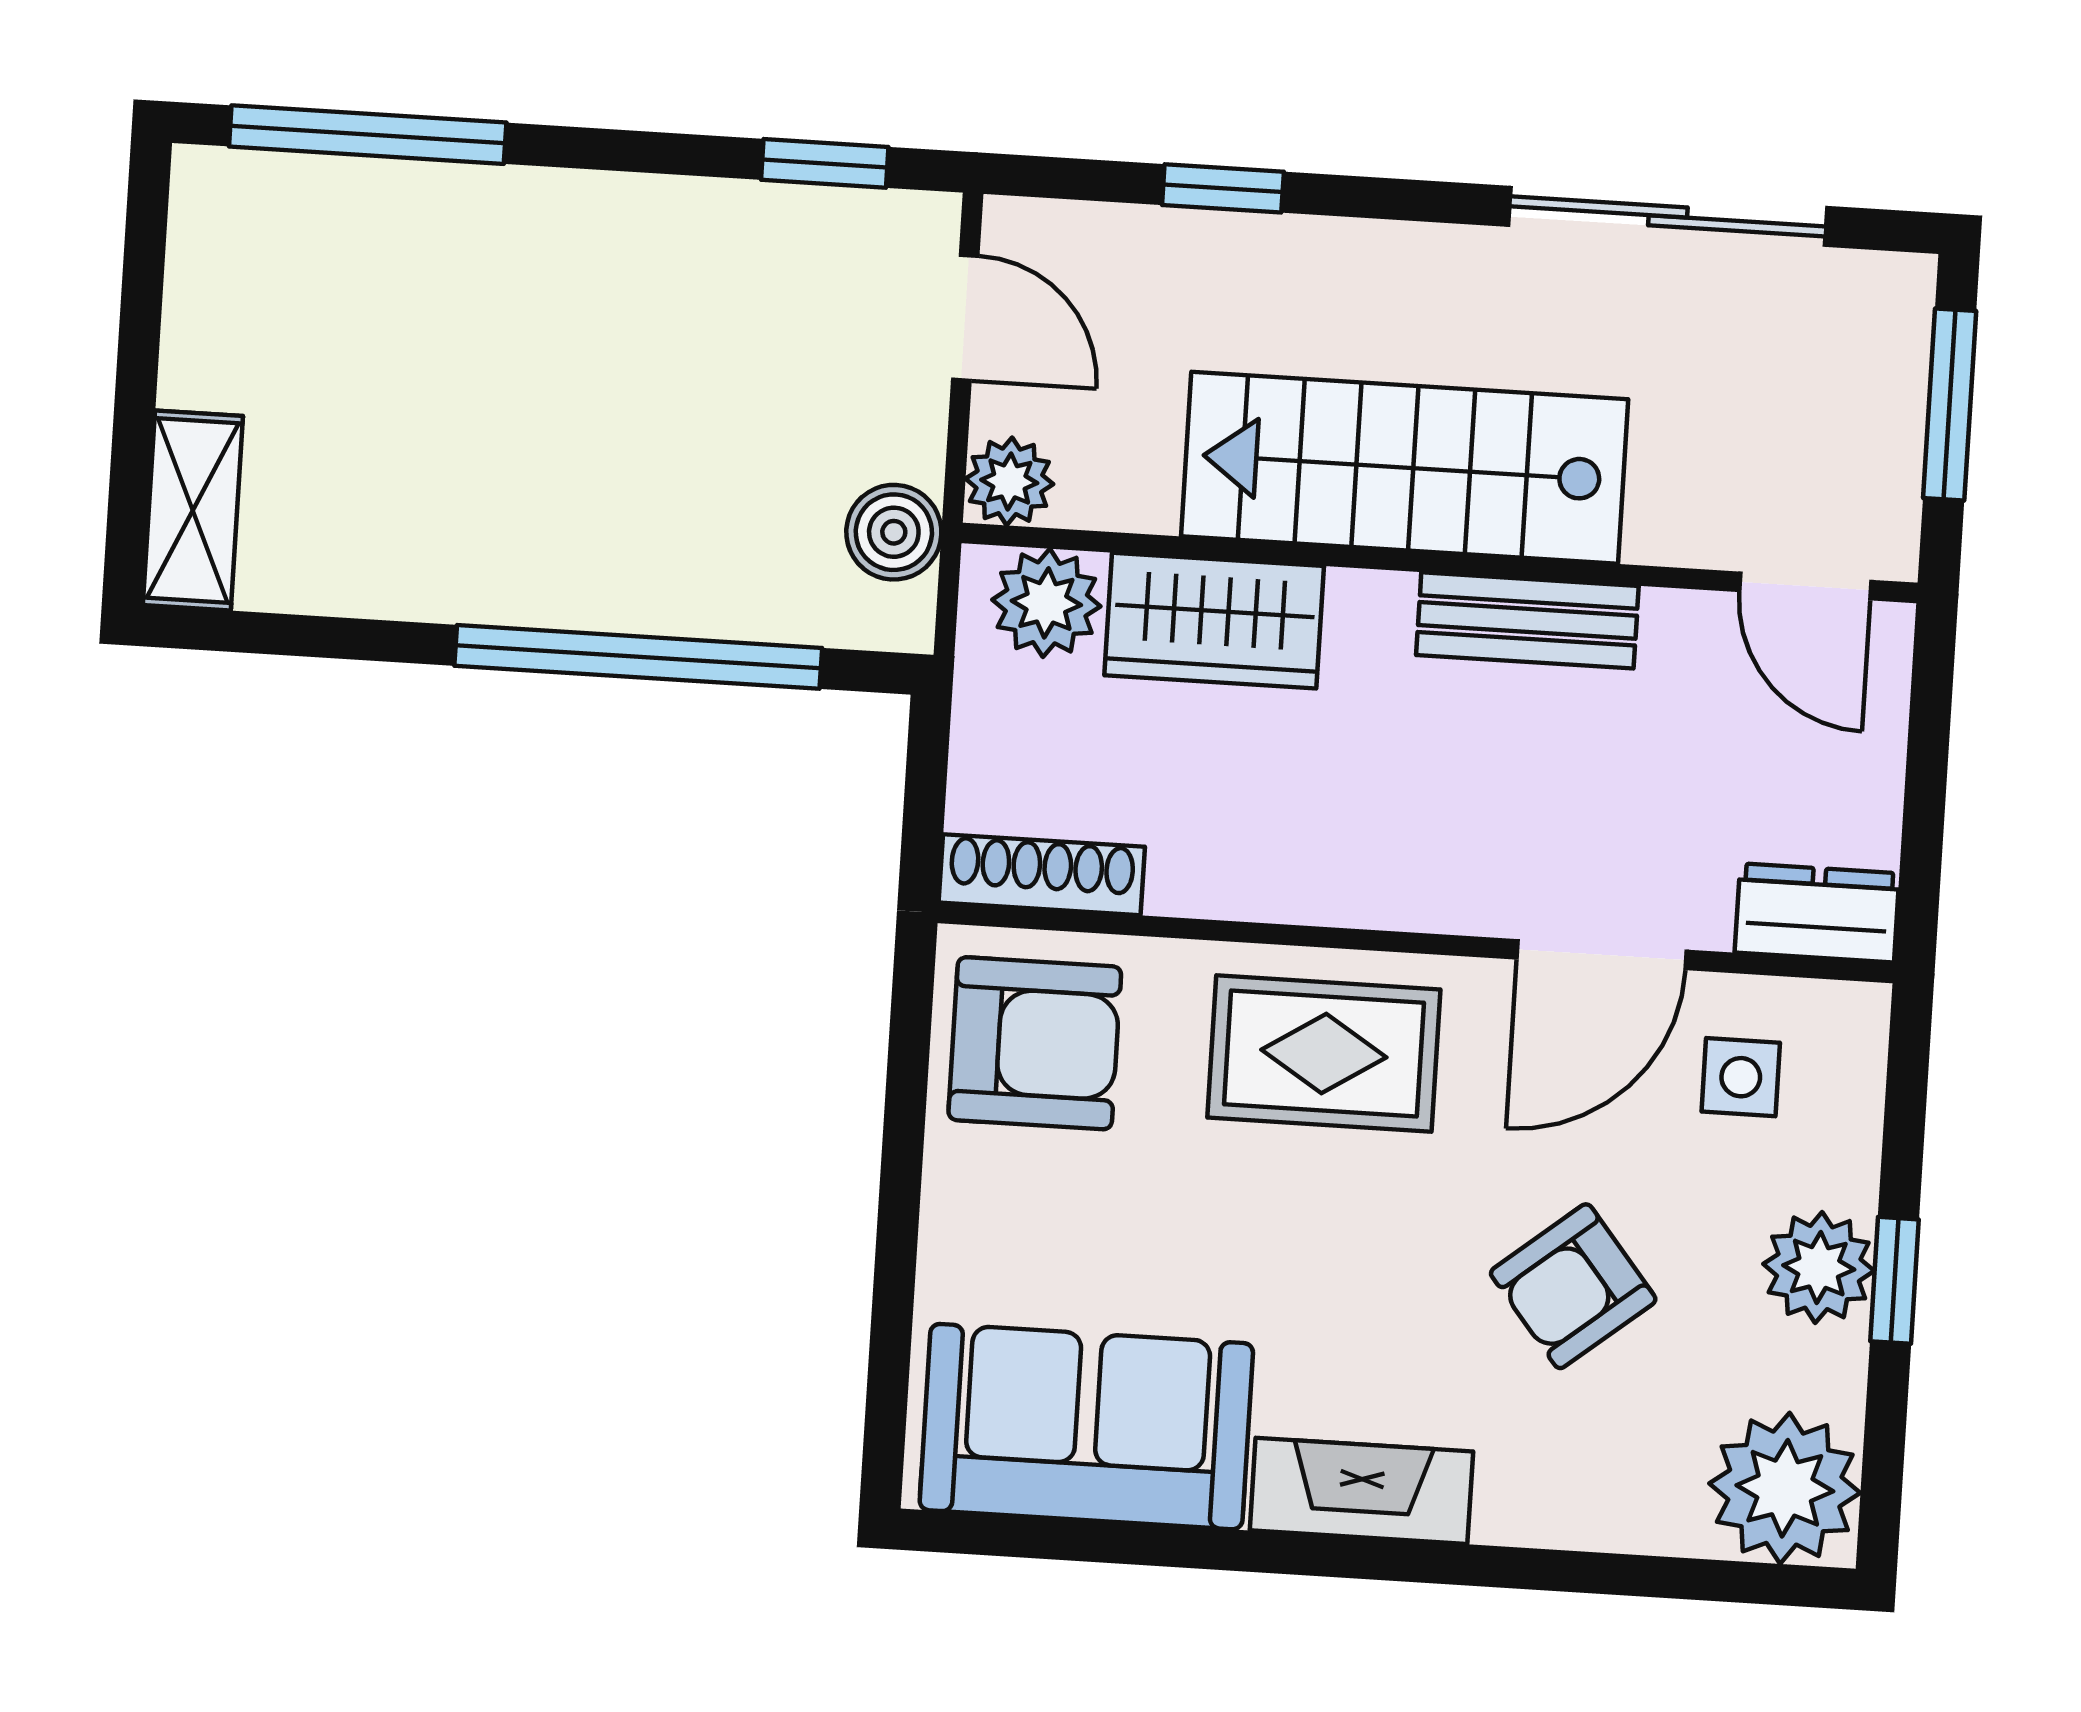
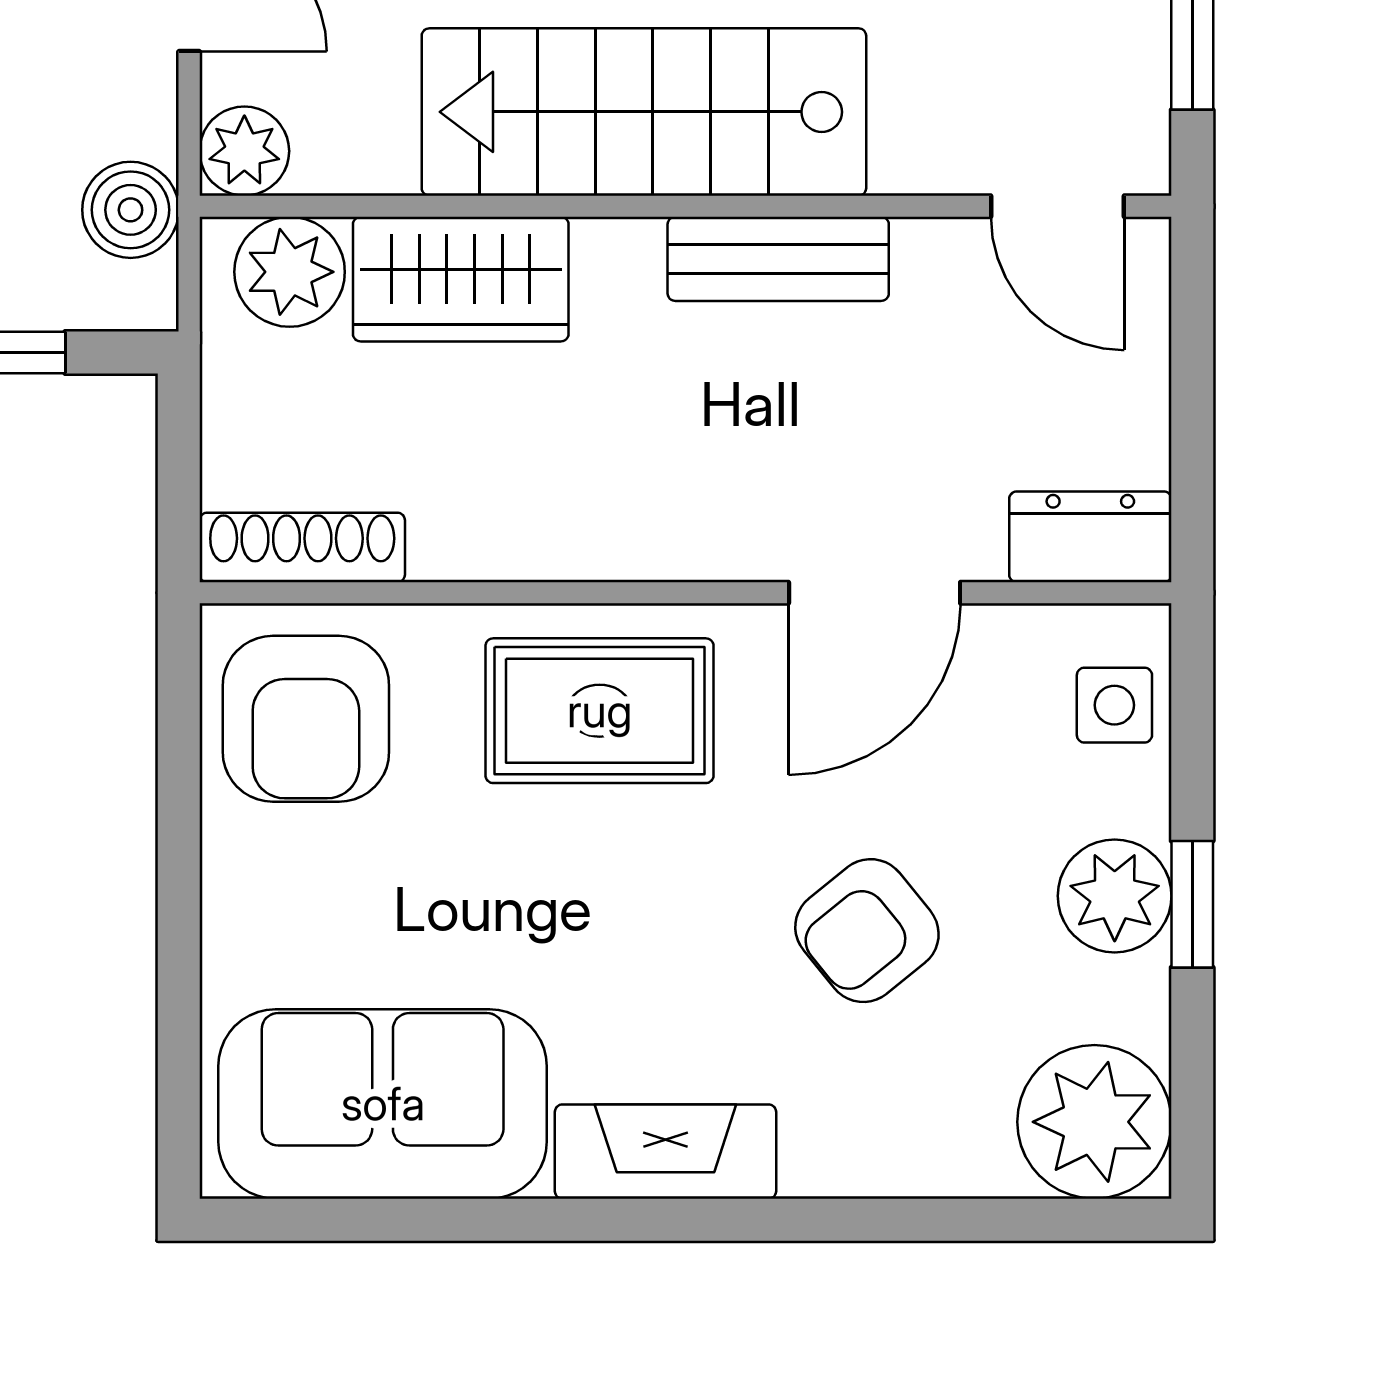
armchair: (1035, 1043) -> (306, 719), turned 90
side table: (1741, 1077) -> (1114, 705), moved

